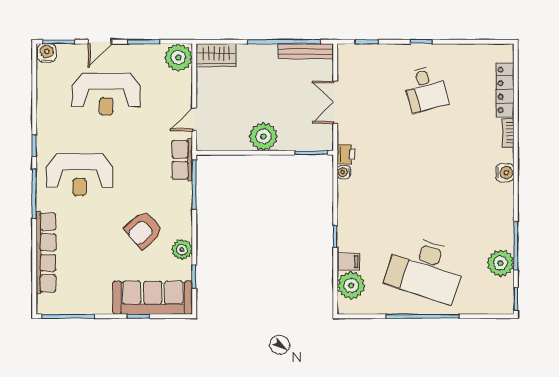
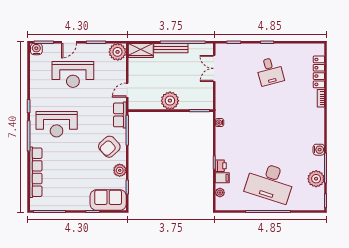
bench: (306, 51) -> (171, 48), moved
double door: (335, 102) -> (214, 68), moved
printer: (346, 154) -> (221, 166), moved
water cooler: (505, 173) -> (319, 150), moved
armchair: (143, 230) -> (109, 147), moved
plant: (351, 286) -> (220, 193), width x0.53, depth x0.53
sofa: (153, 298) -> (108, 200), width x0.73

